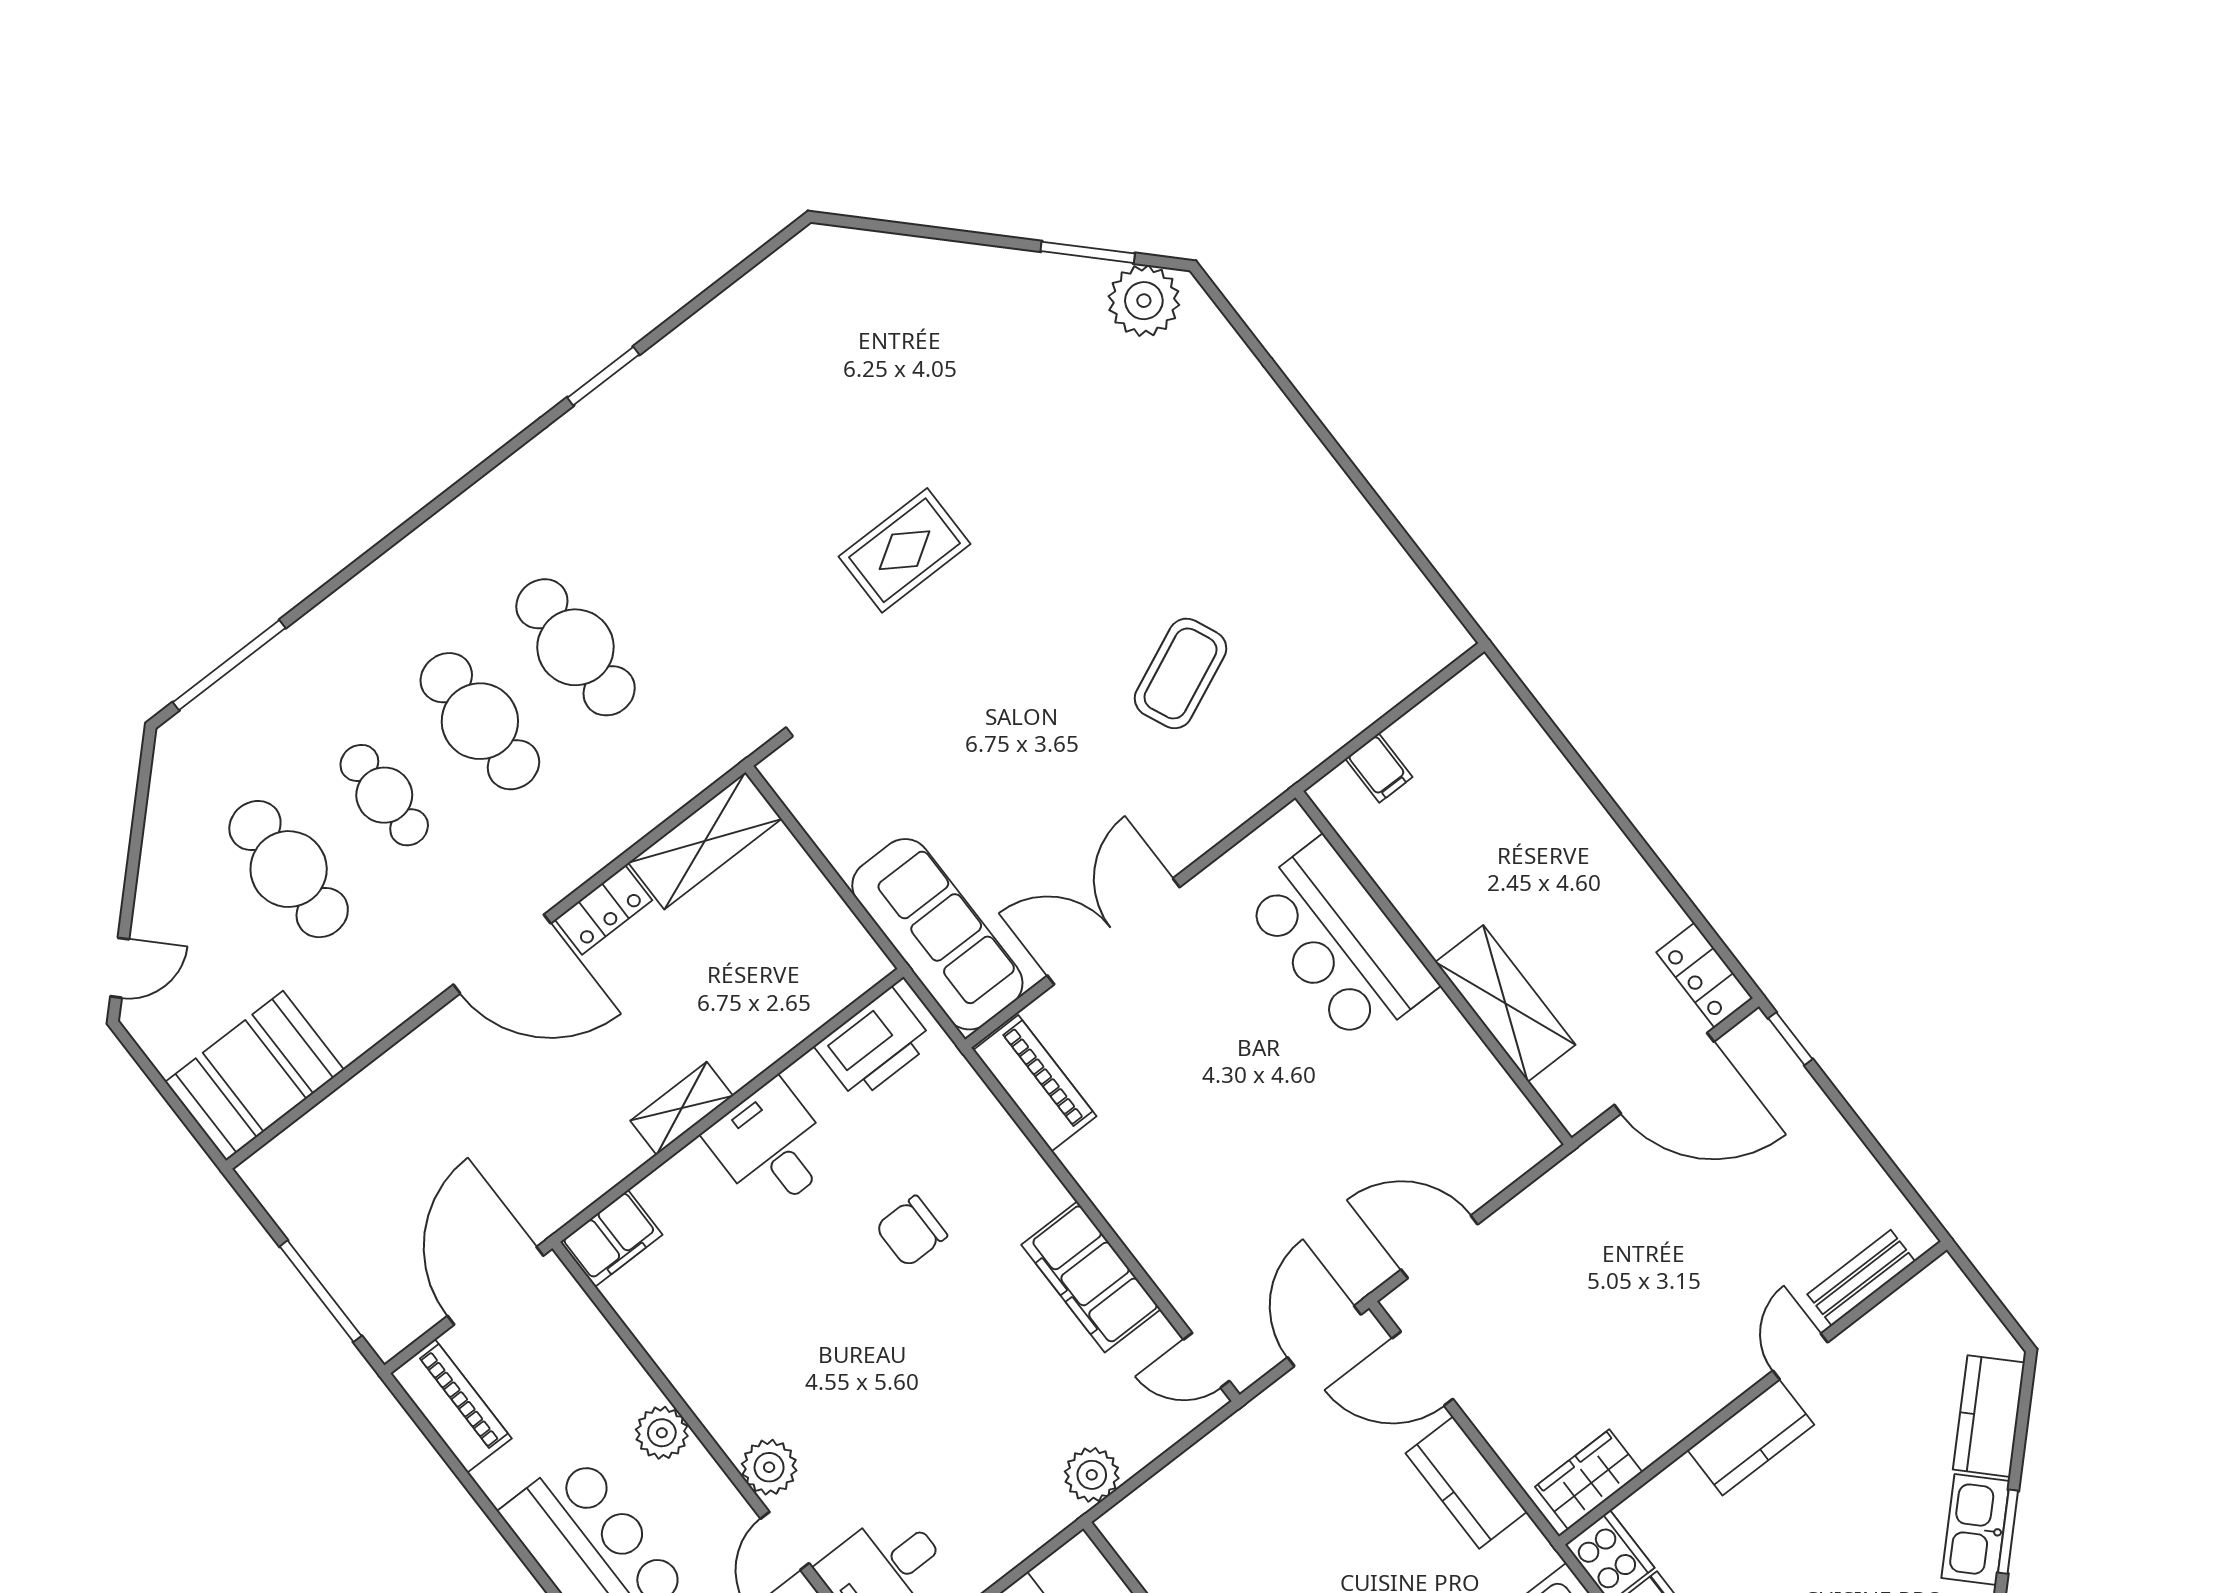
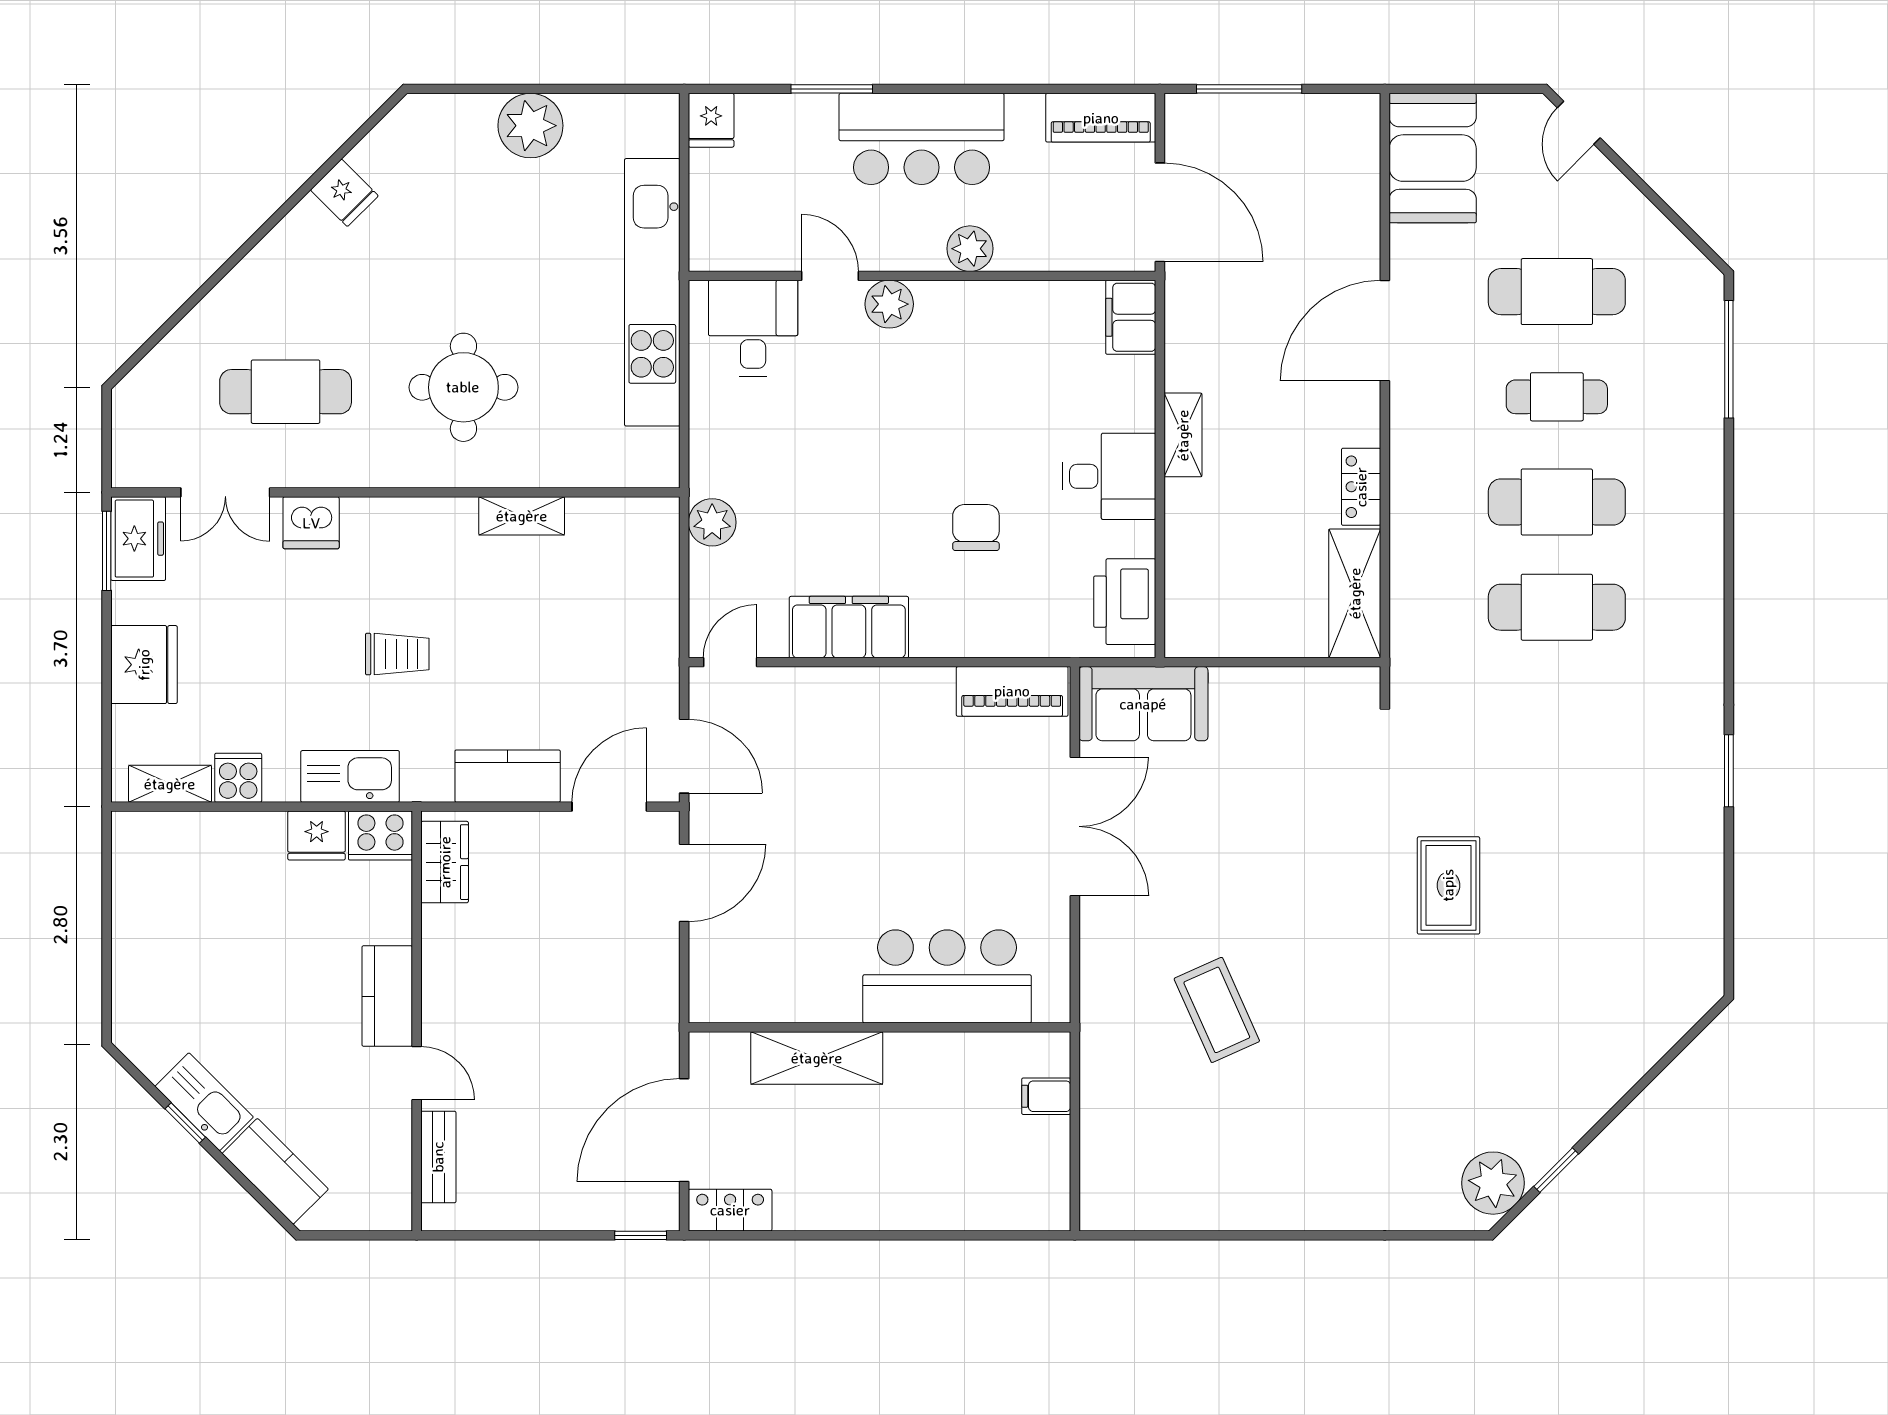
window: (1088, 252) -> (1556, 1170), width x0.67
sofa: (937, 934) -> (1143, 704), width x0.73
door: (502, 954) -> (1385, 331), moved
window: (2008, 1532) -> (185, 1123), width x0.67

